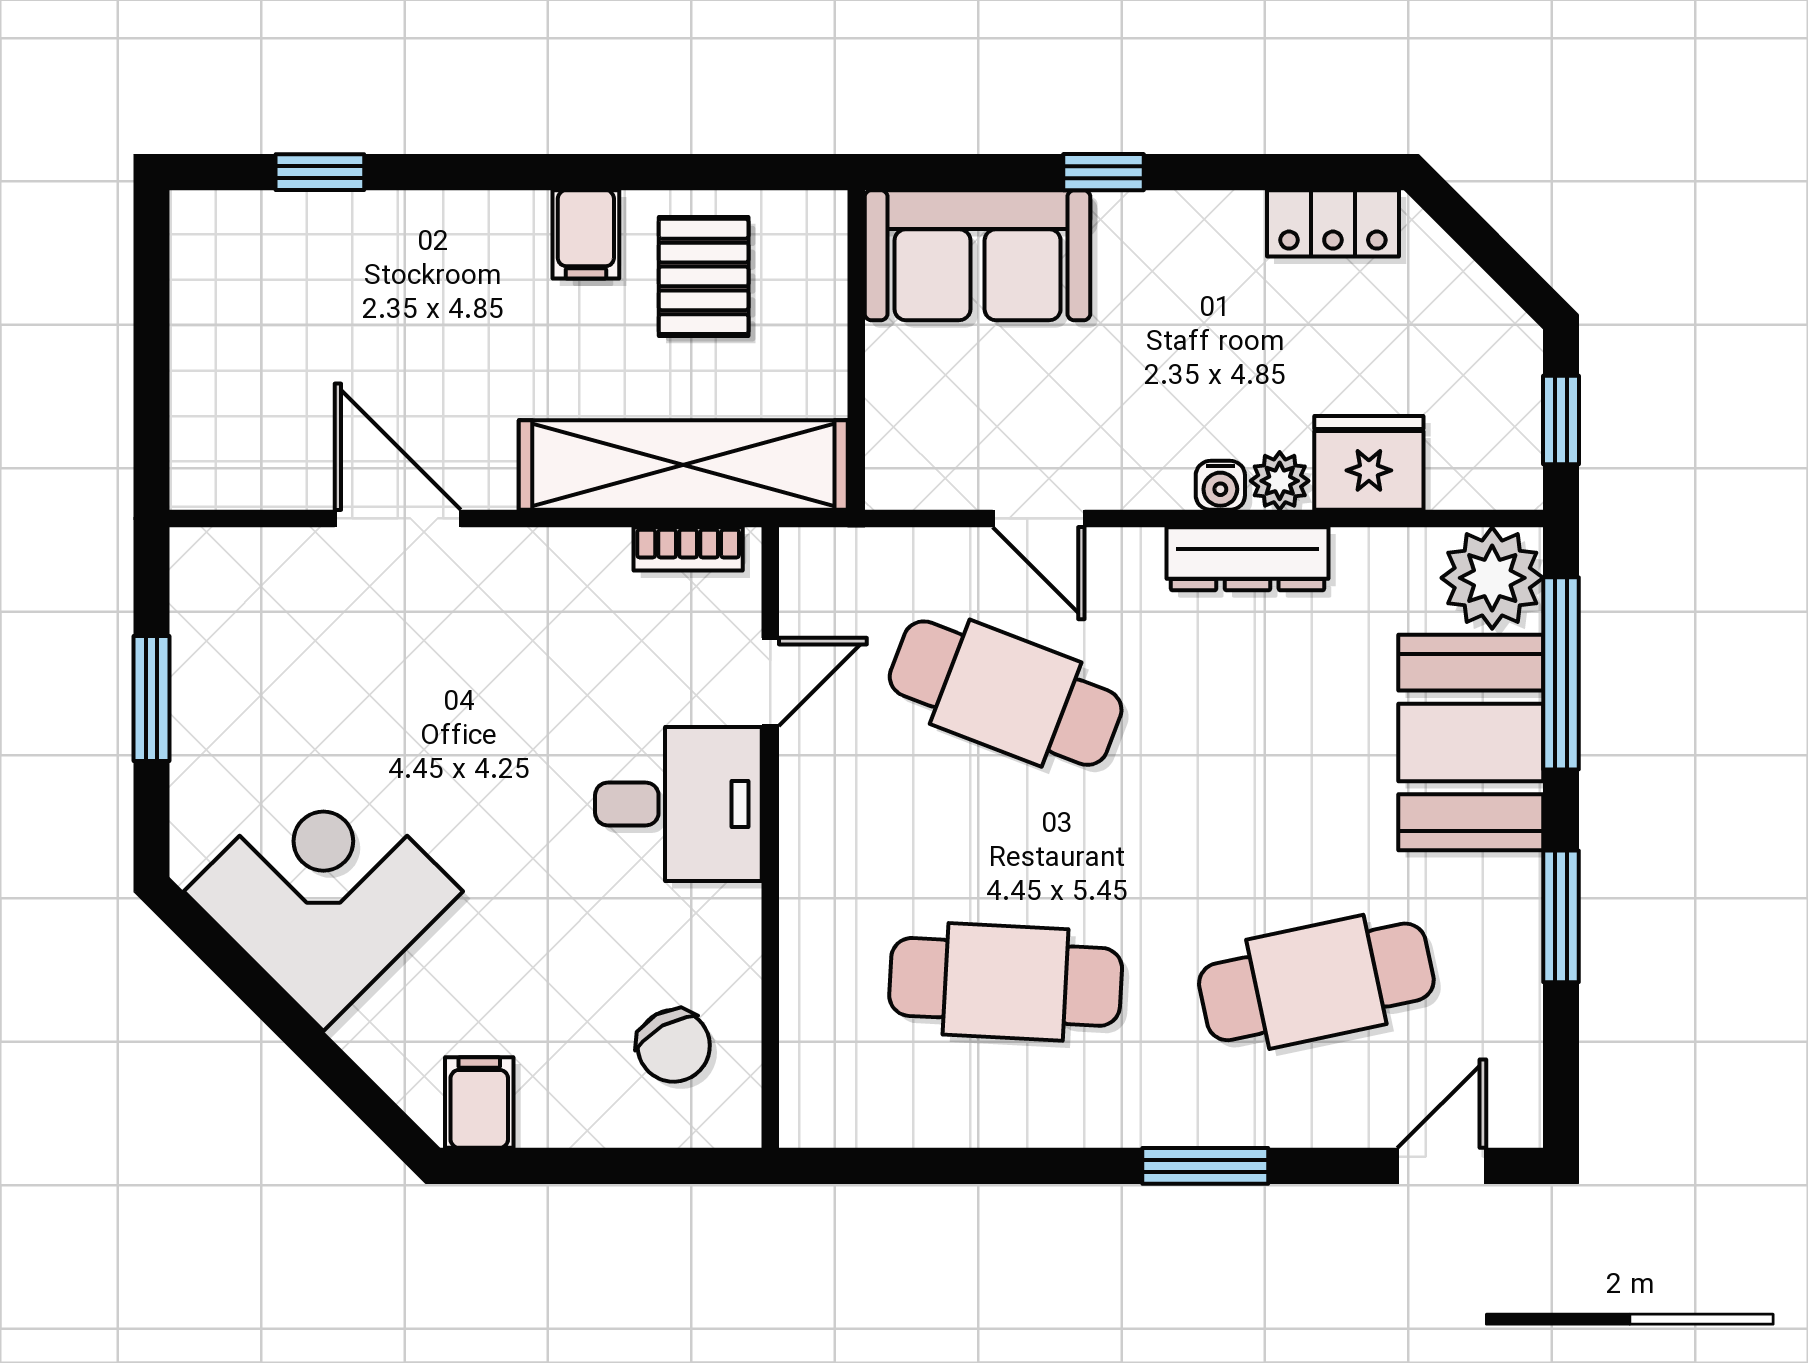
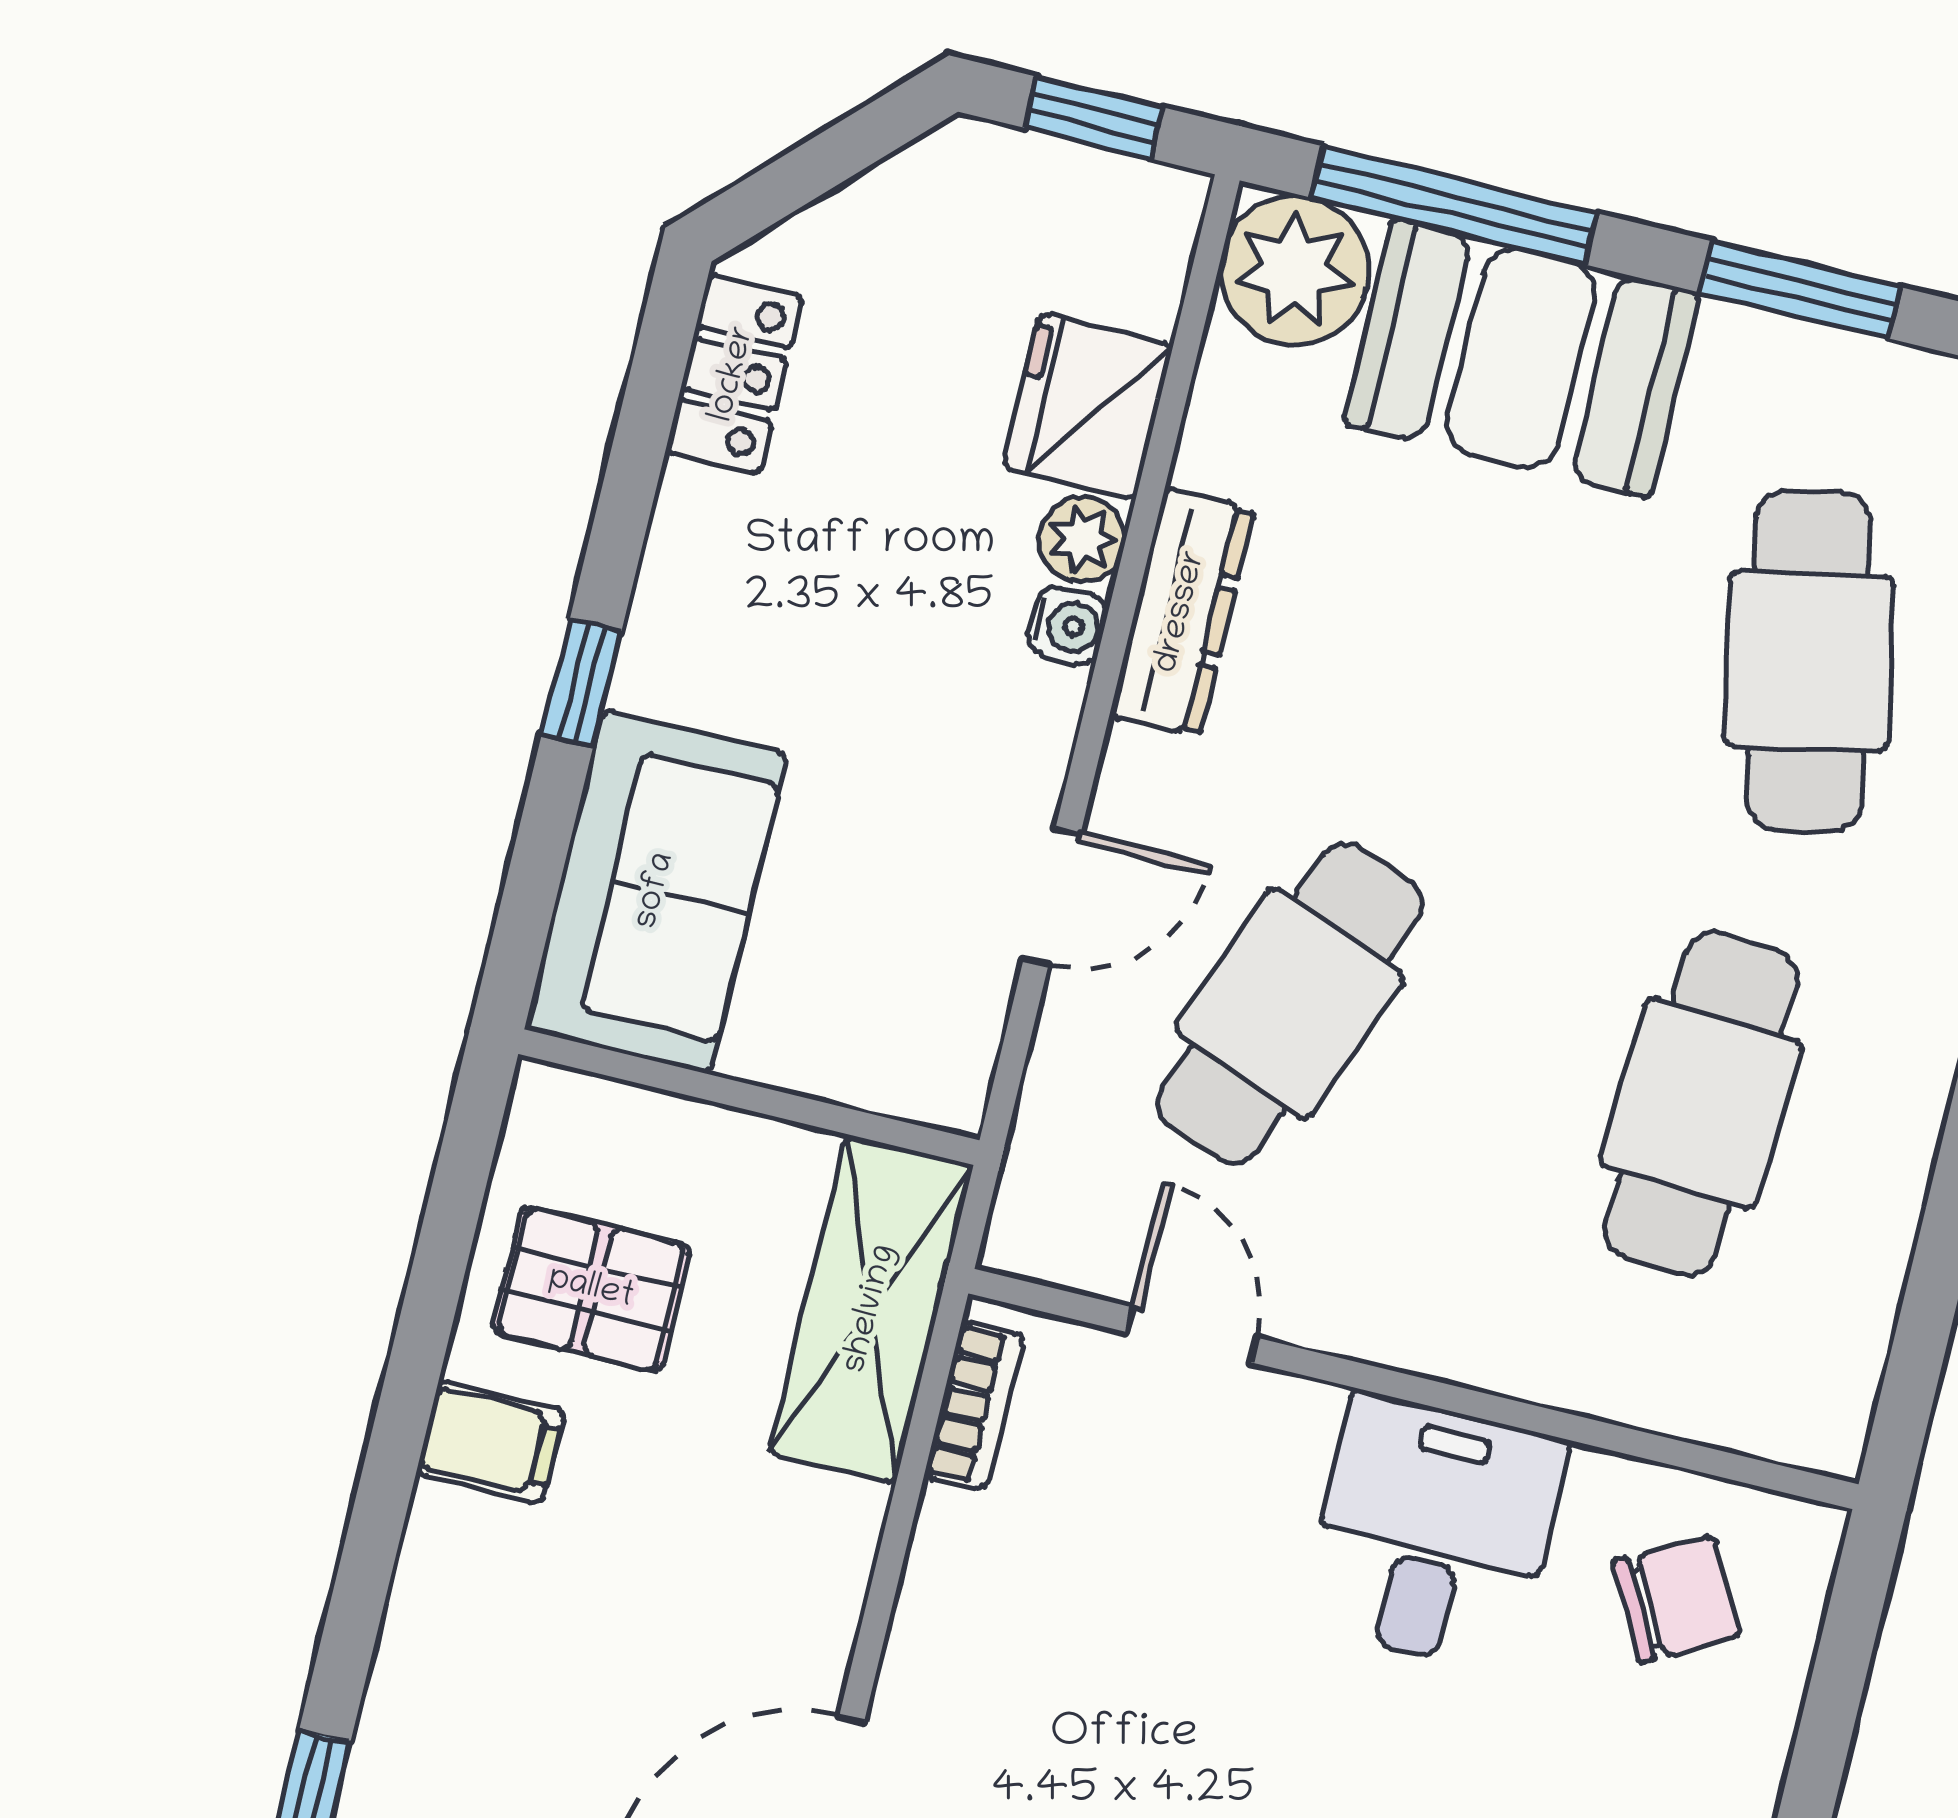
shelving: (683, 465) -> (871, 1309), width x0.68
desk: (678, 804) -> (1434, 1532), moved

